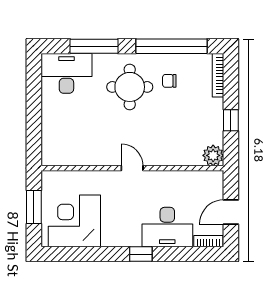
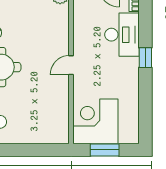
corner desk: (74, 221) -> (95, 121), moved, turned 90

